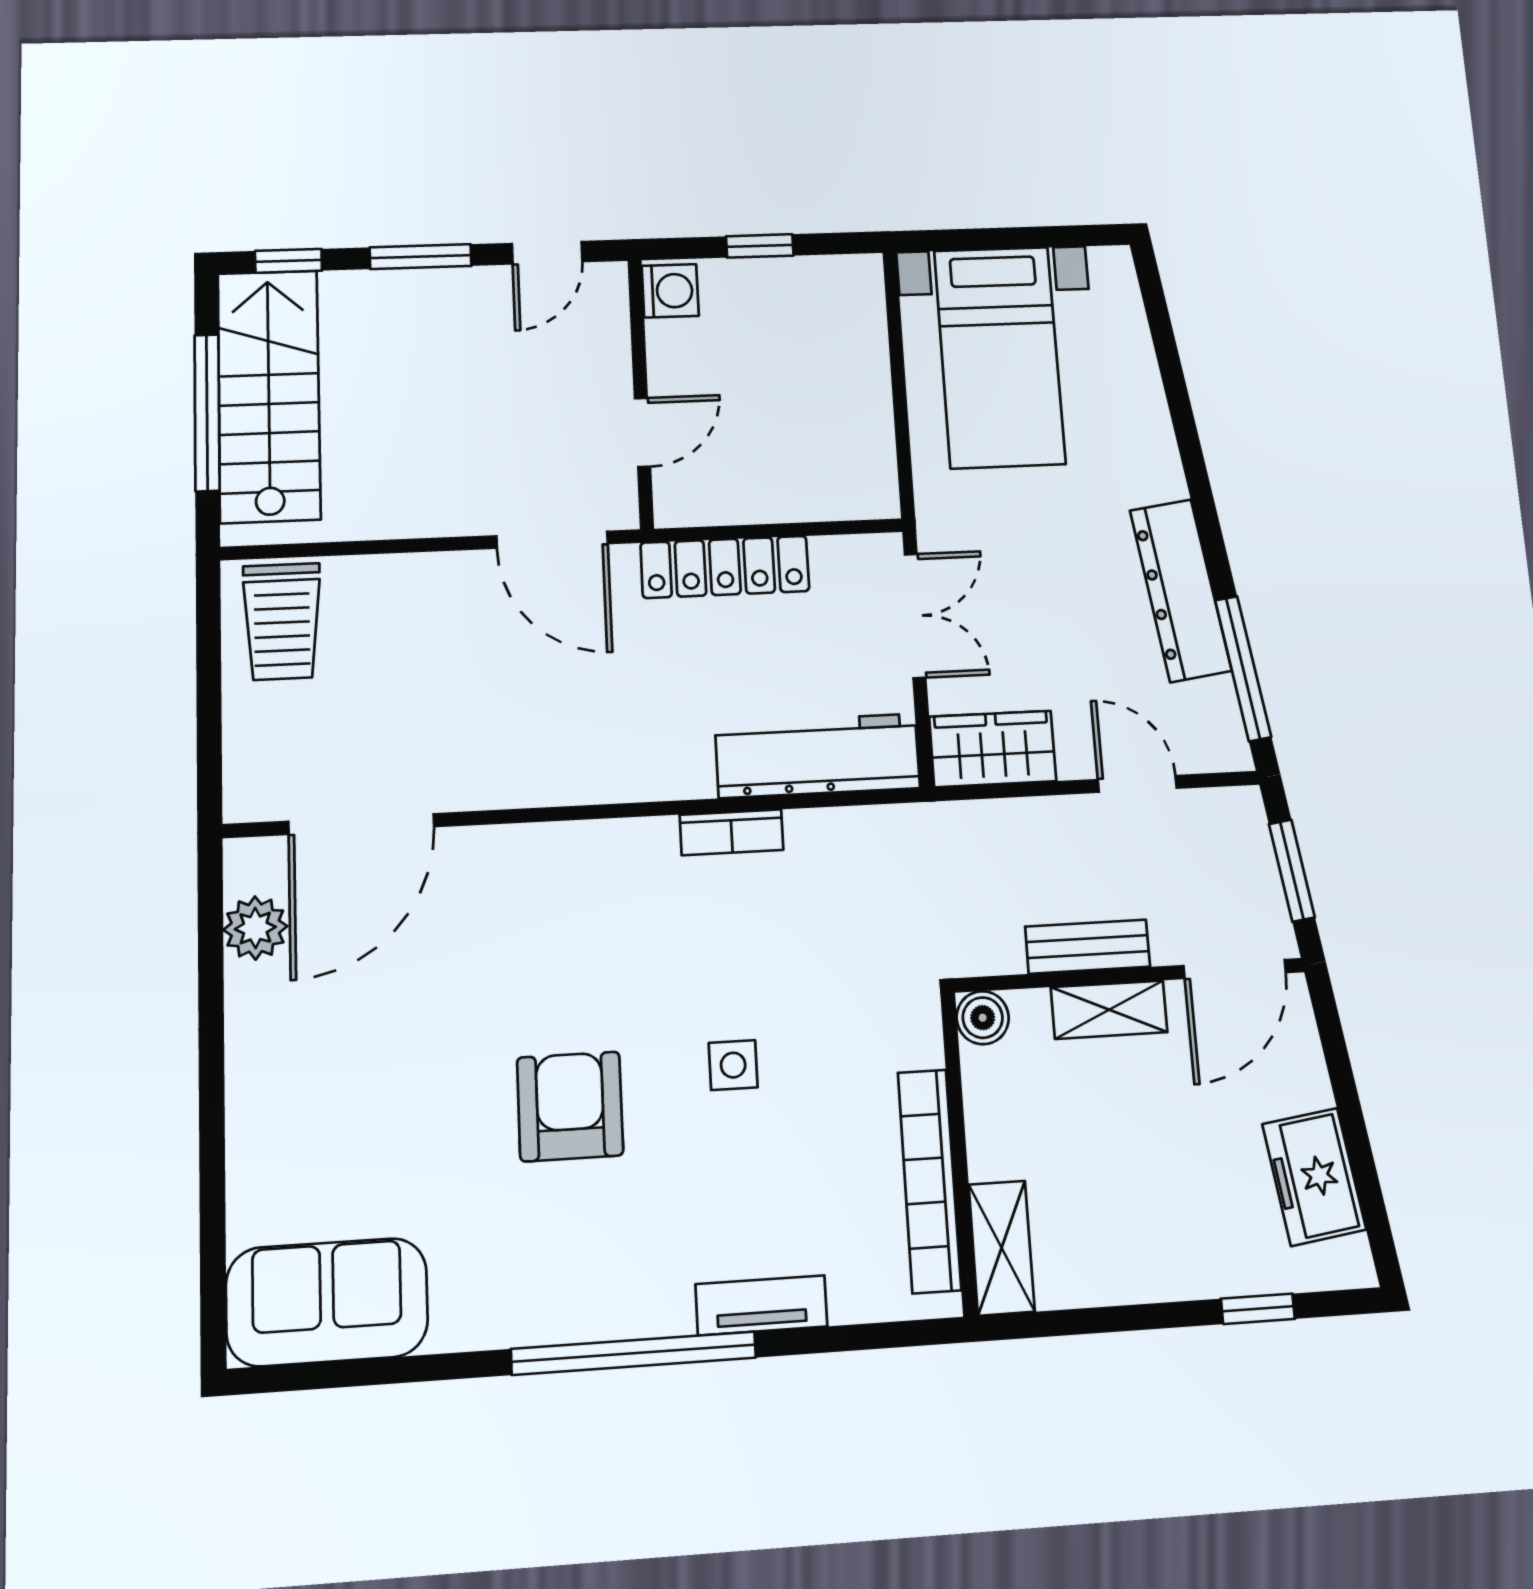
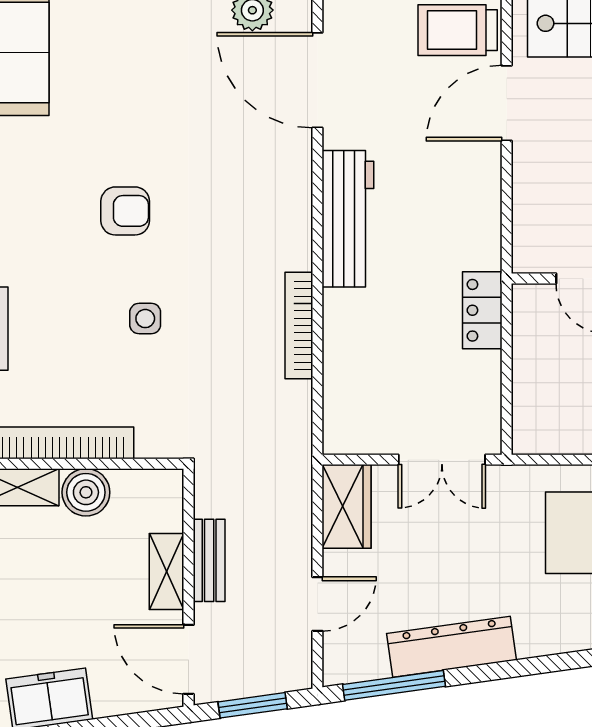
door: (552, 540) -> (507, 103), moved
locker: (725, 567) -> (482, 310), width x0.66
workbench: (817, 756) -> (348, 219), moved
bookcase: (731, 832) -> (299, 326), width x1.56
boiler: (983, 1018) -> (86, 492), moved, width x1.36, depth x1.36
armchair: (570, 1106) -> (125, 211), width x0.72, depth x0.72

